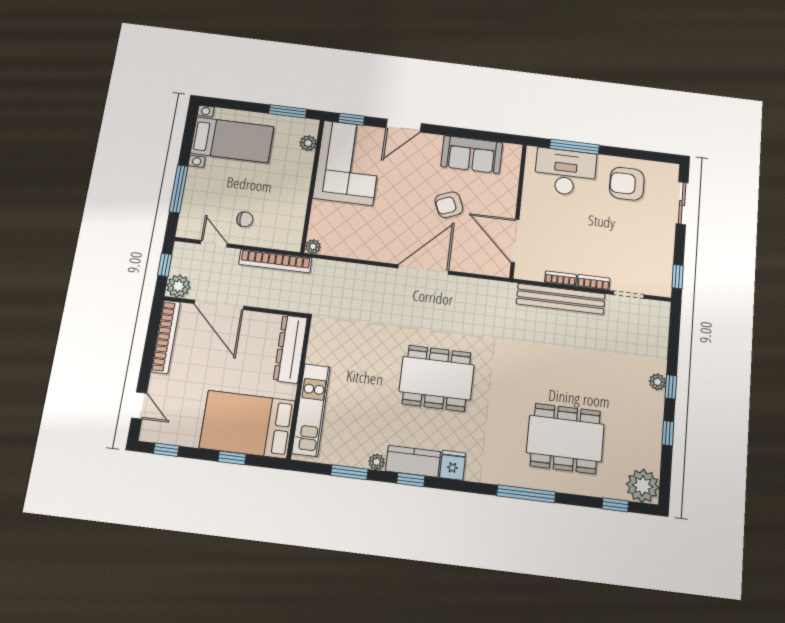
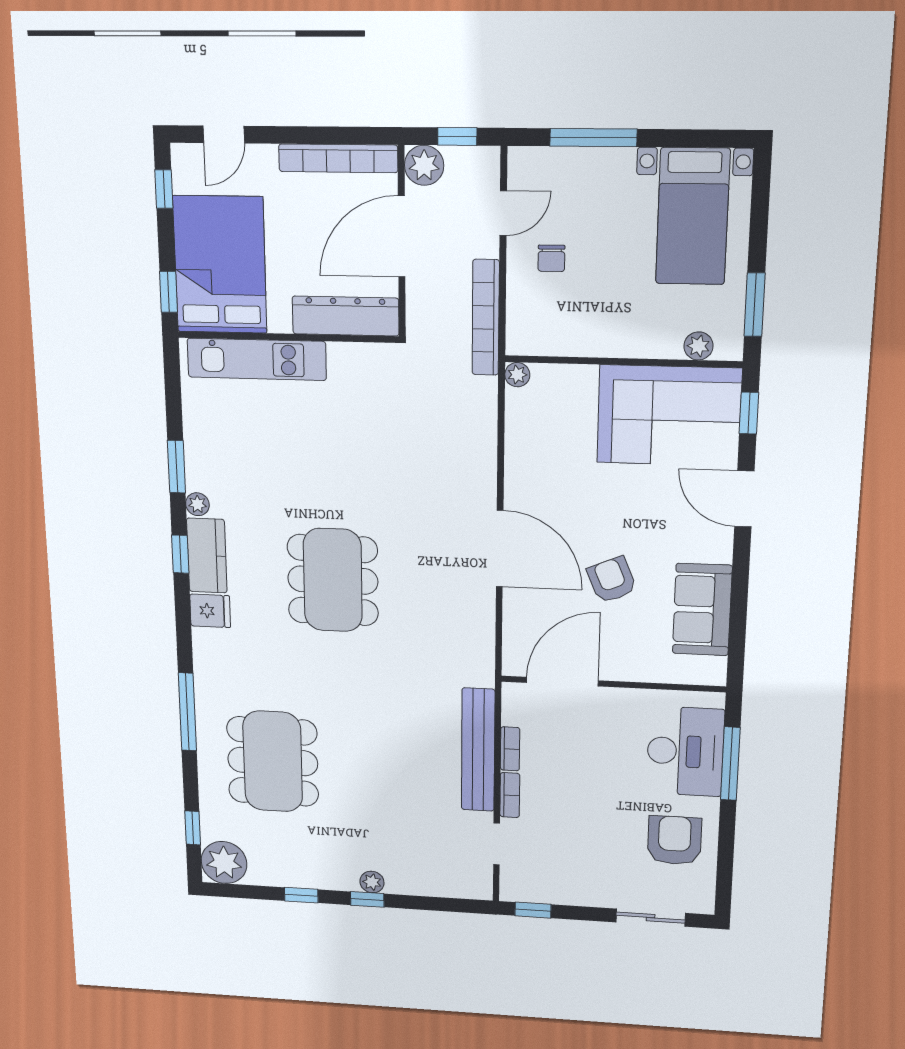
dresser: (290, 349) -> (346, 316), moved
wall: (299, 387) -> (288, 337), moved
kitchen unit: (311, 410) -> (257, 359), moved
bed: (247, 424) -> (220, 265), moved

